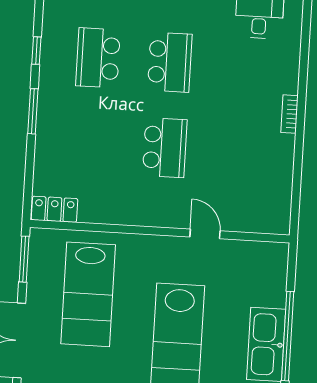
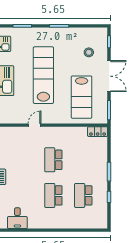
school desk: (98, 58) -> (83, 195), turned 180
door: (205, 234) -> (35, 125), swing flipped
lab bench: (88, 294) -> (82, 97), turned 180

